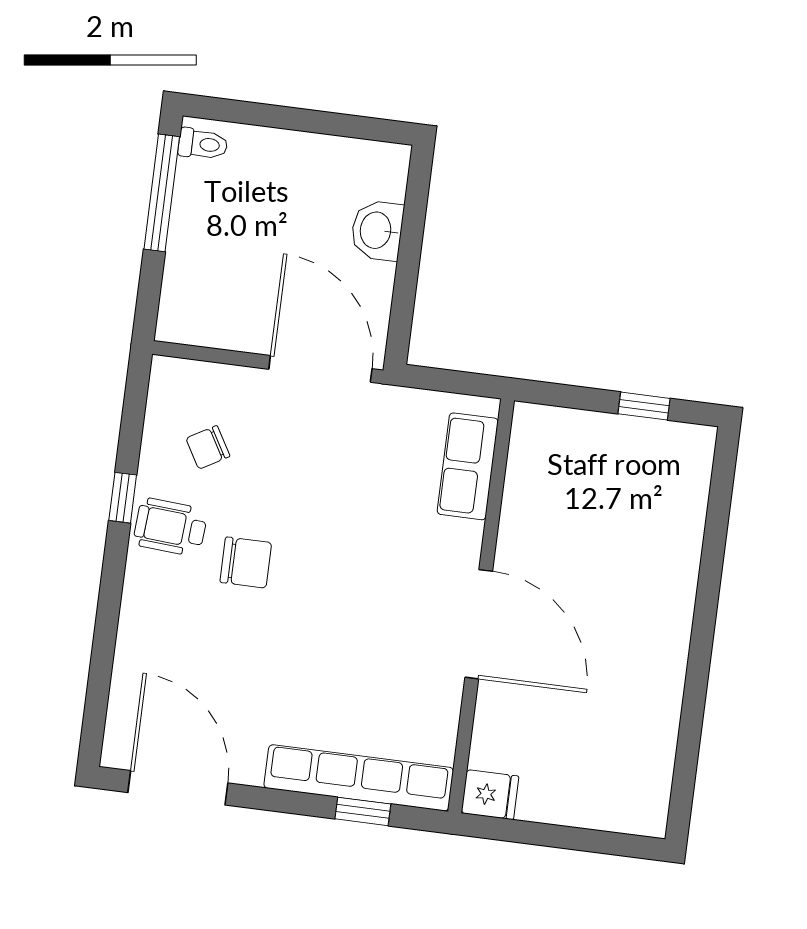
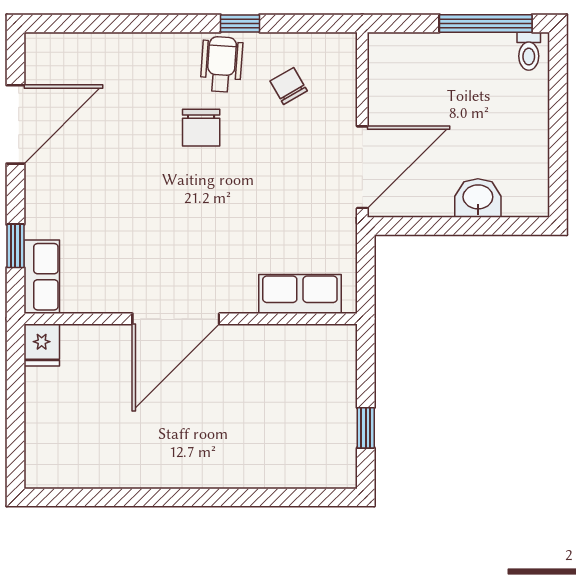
row of seats: (359, 778) -> (42, 277), width x0.50
door: (178, 788) -> (15, 124), moved

